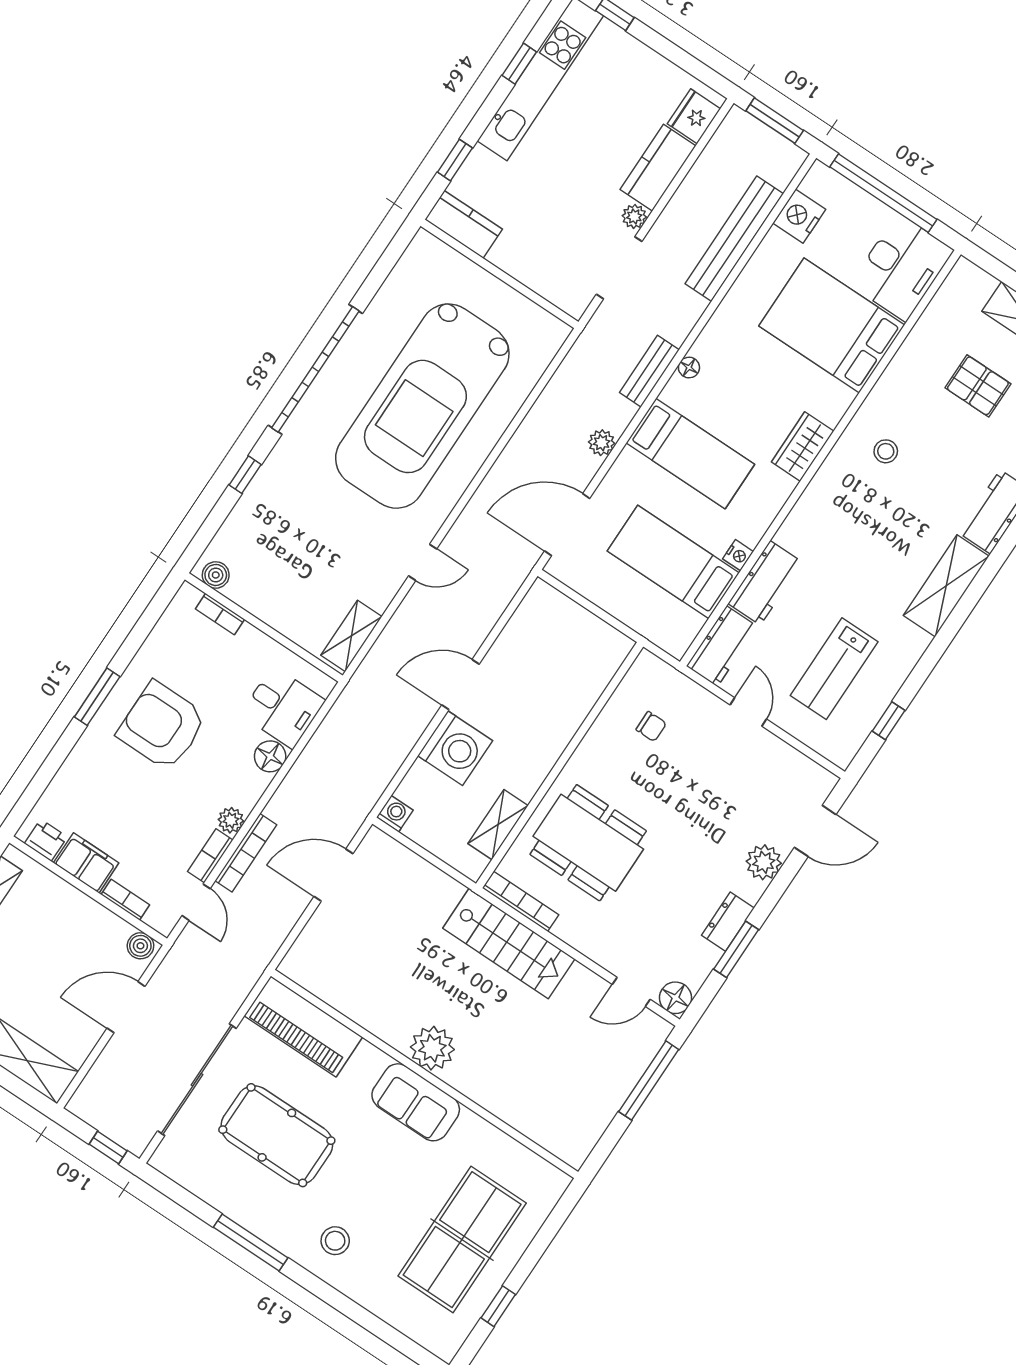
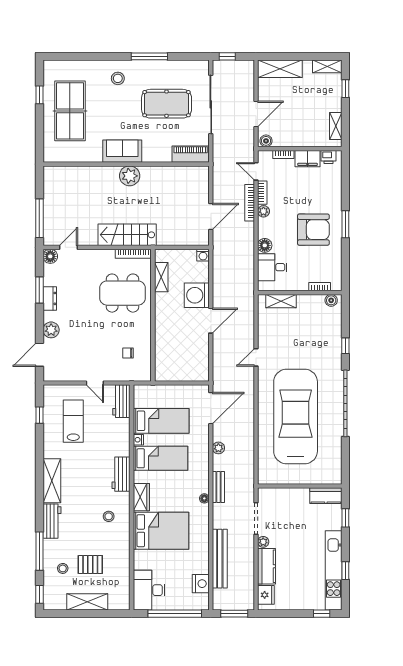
bed: (832, 325) -> (161, 531), moved
bed: (690, 454) -> (160, 458), moved, turned 180
workbench: (765, 583) -> (121, 474), moved
shelving: (351, 636) -> (281, 301), moved, turned 90
piano: (303, 1027) -> (191, 154), width x0.73, depth x0.75

